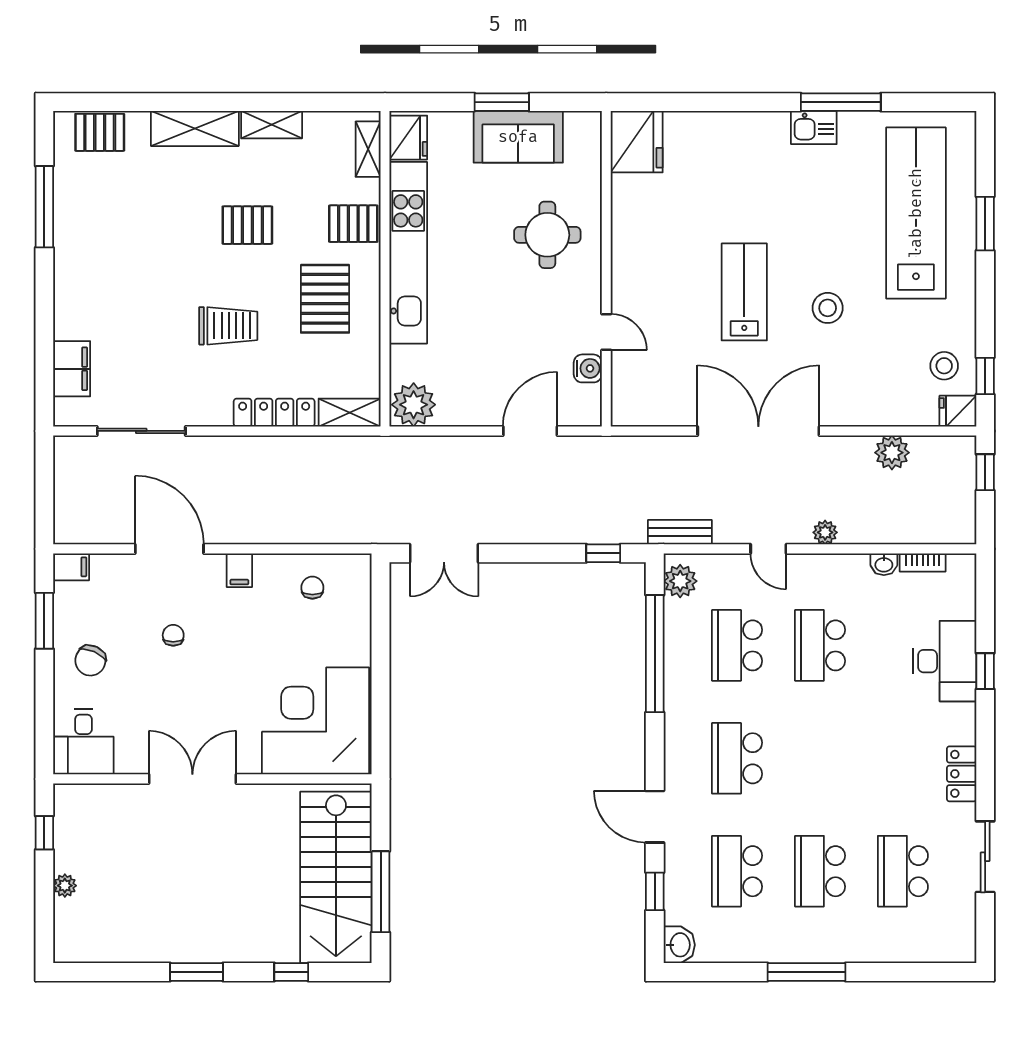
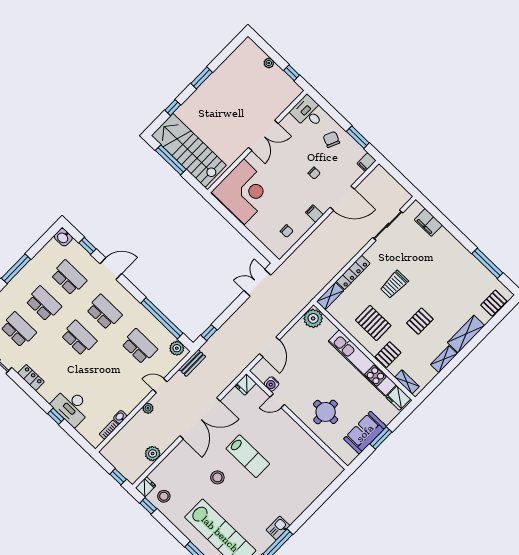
fridge: (637, 142) -> (246, 384), moved, width x0.53, depth x0.75
school desk: (820, 645) -> (79, 338), moved

